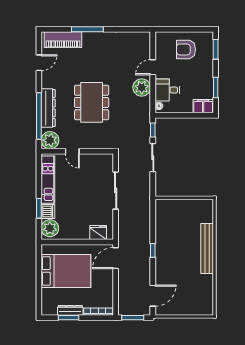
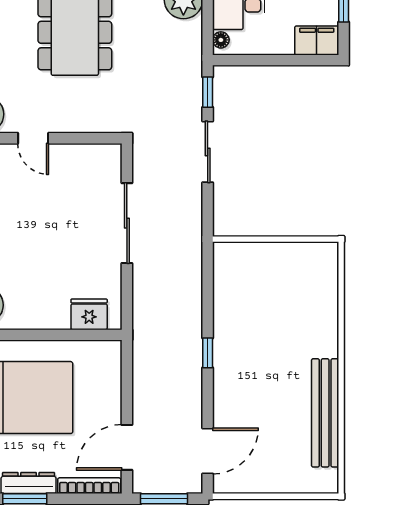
bench: (207, 249) -> (325, 413), moved
door: (116, 258) -> (127, 447), moved

